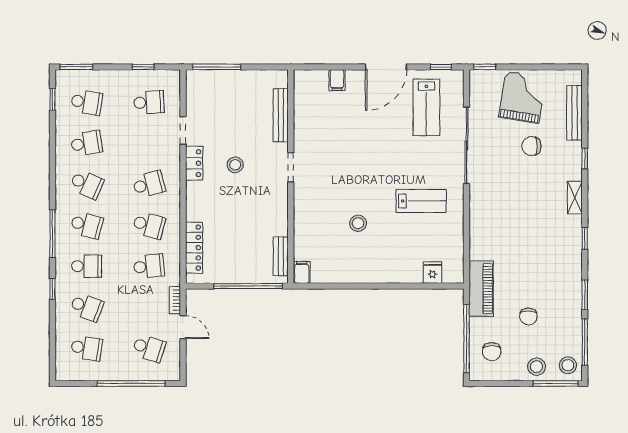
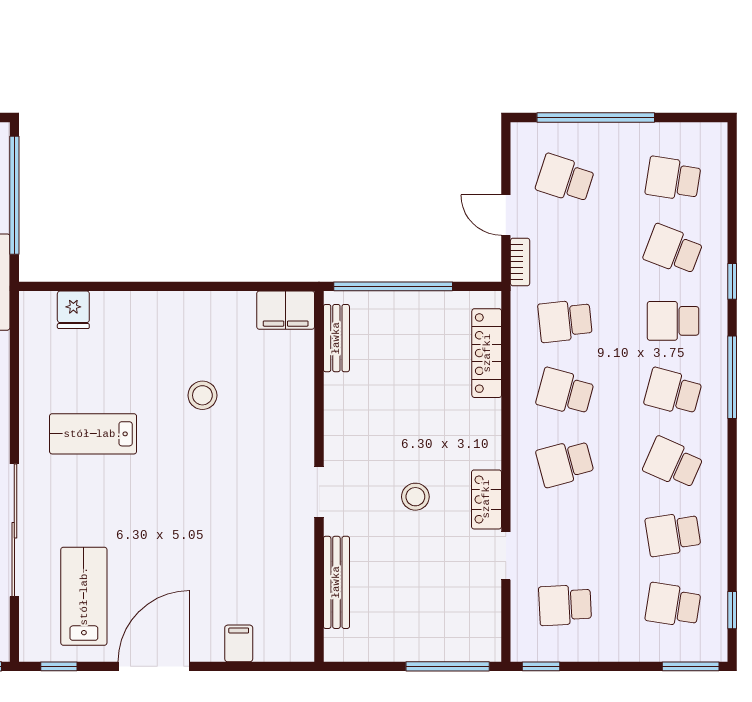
window: (143, 67) -> (541, 666), moved
filing cabinet: (302, 272) -> (286, 310), width x2.00

